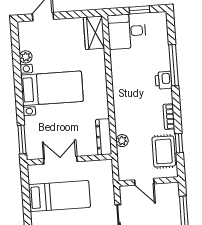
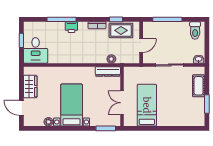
wardrobe: (94, 33) -> (30, 86), moved, turned -90

